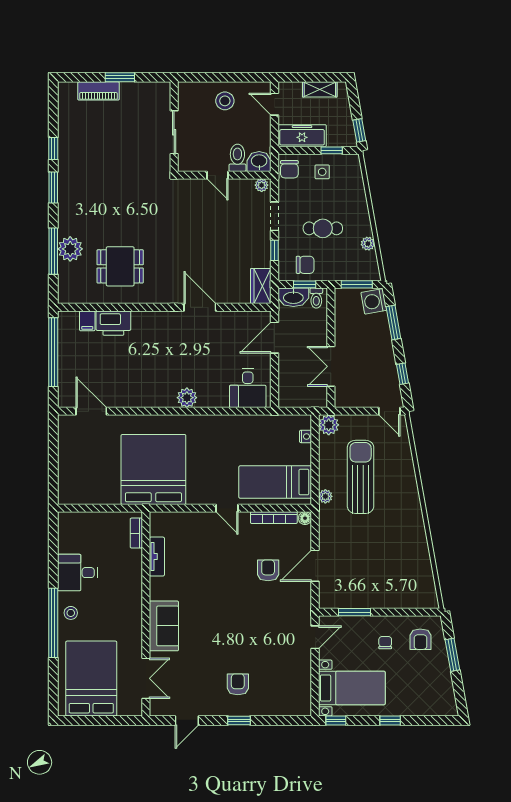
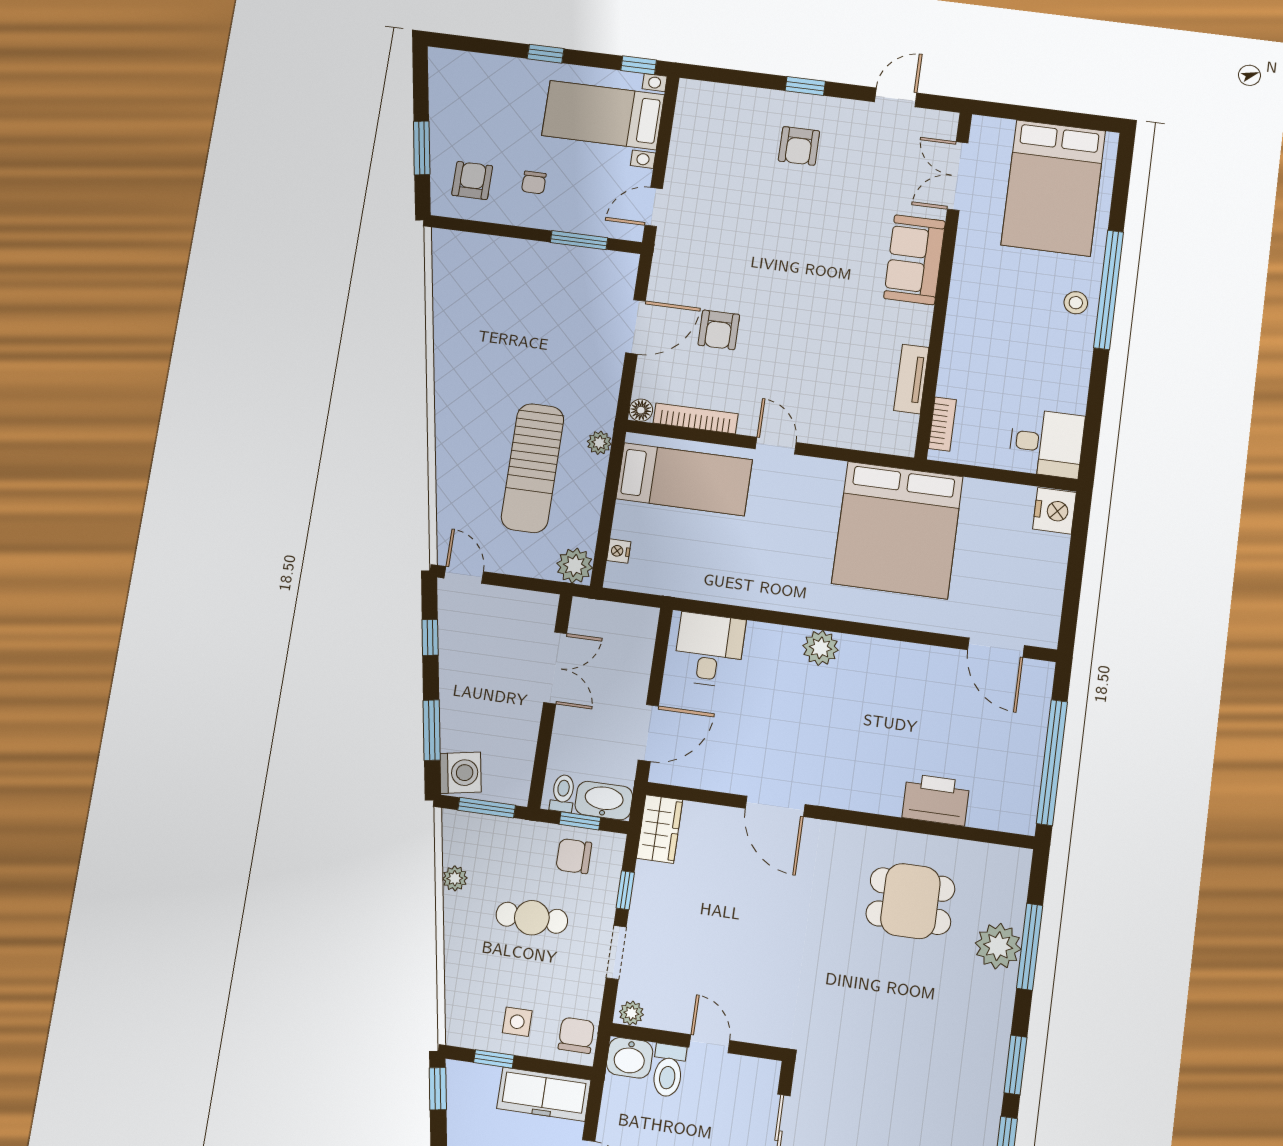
filing cabinet: (87, 321) -> (983, 810), removed
nightstand: (68, 492) -> (1054, 511), added
desk: (77, 573) -> (1046, 443), moved

